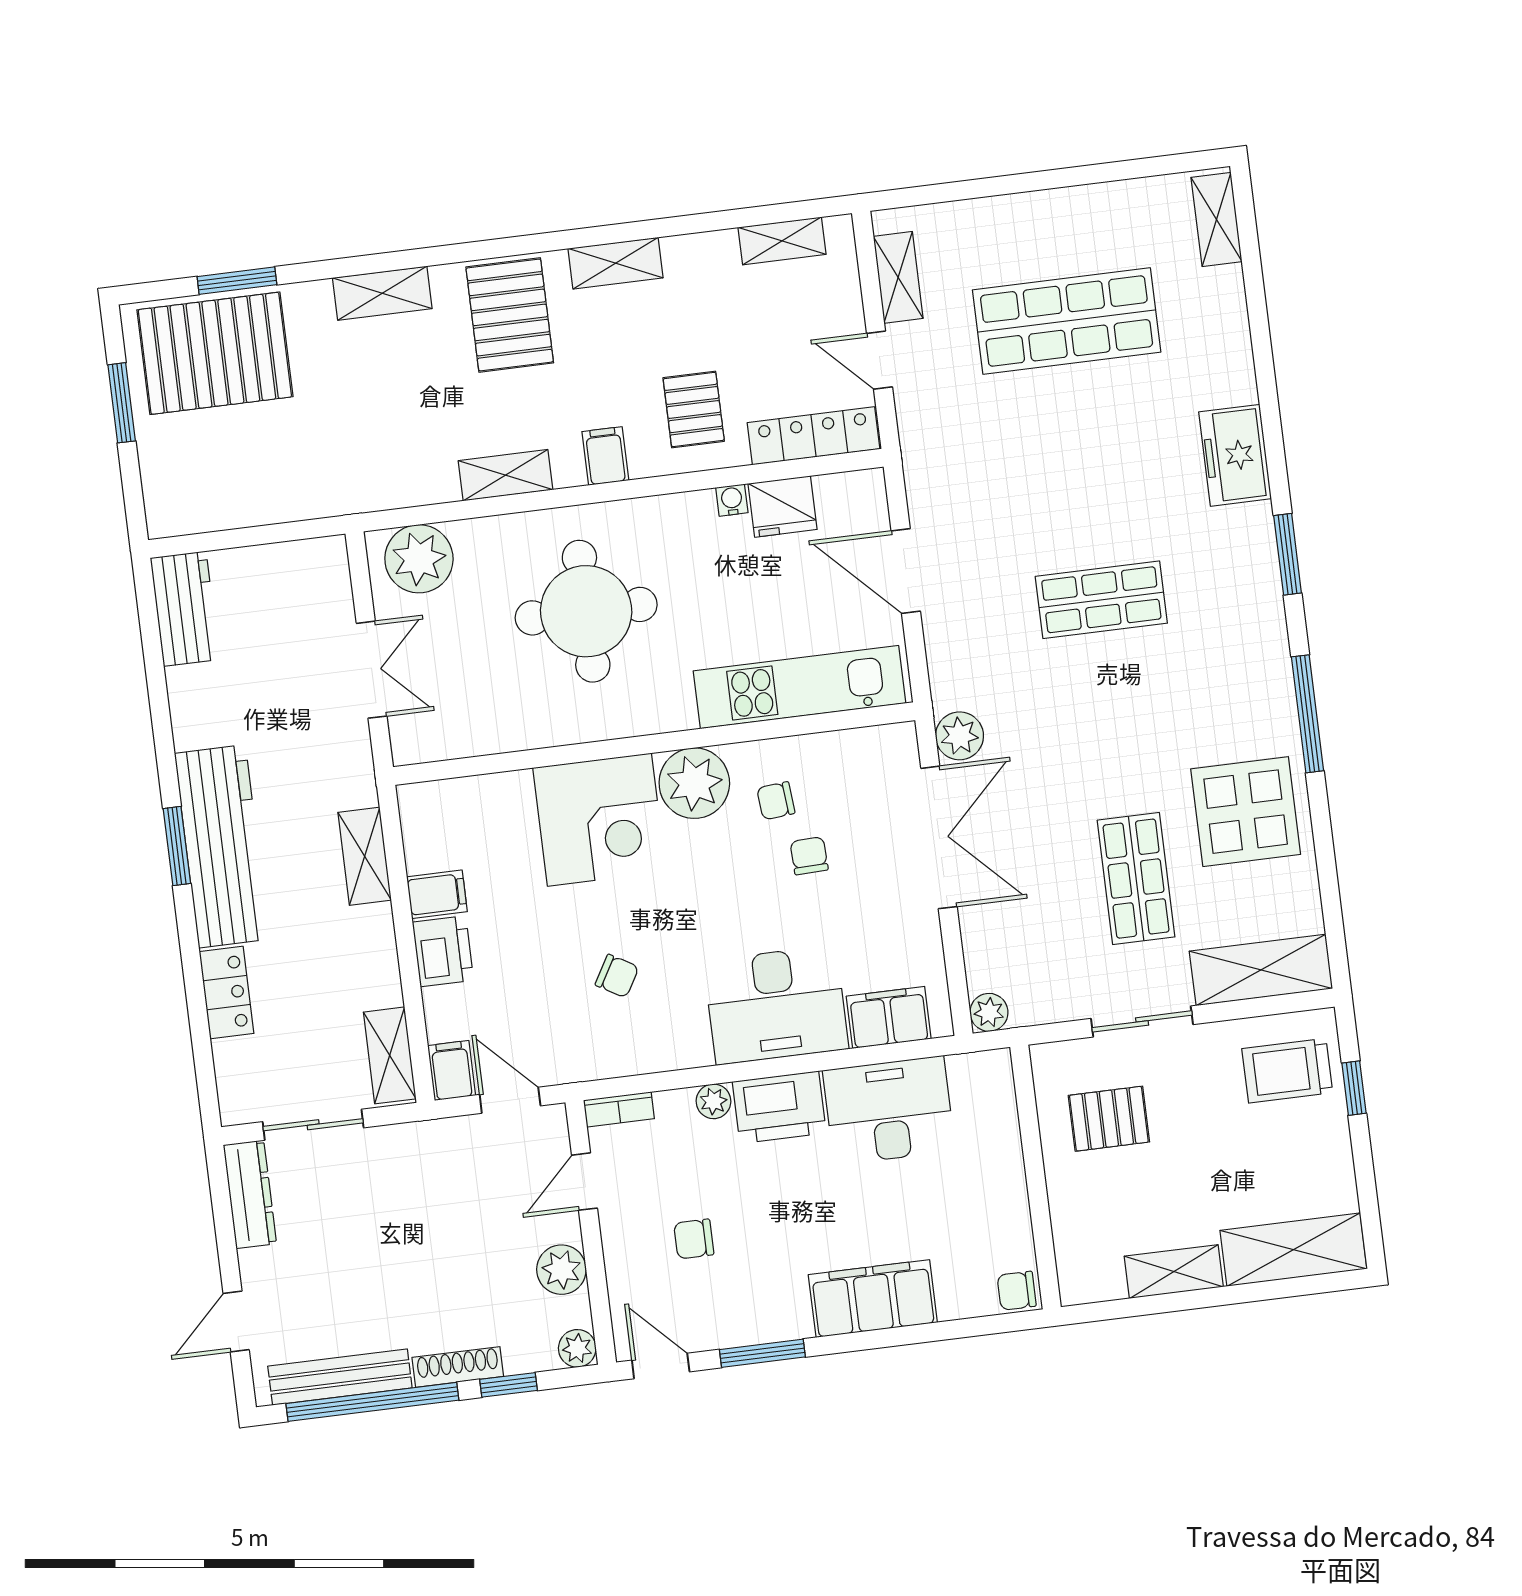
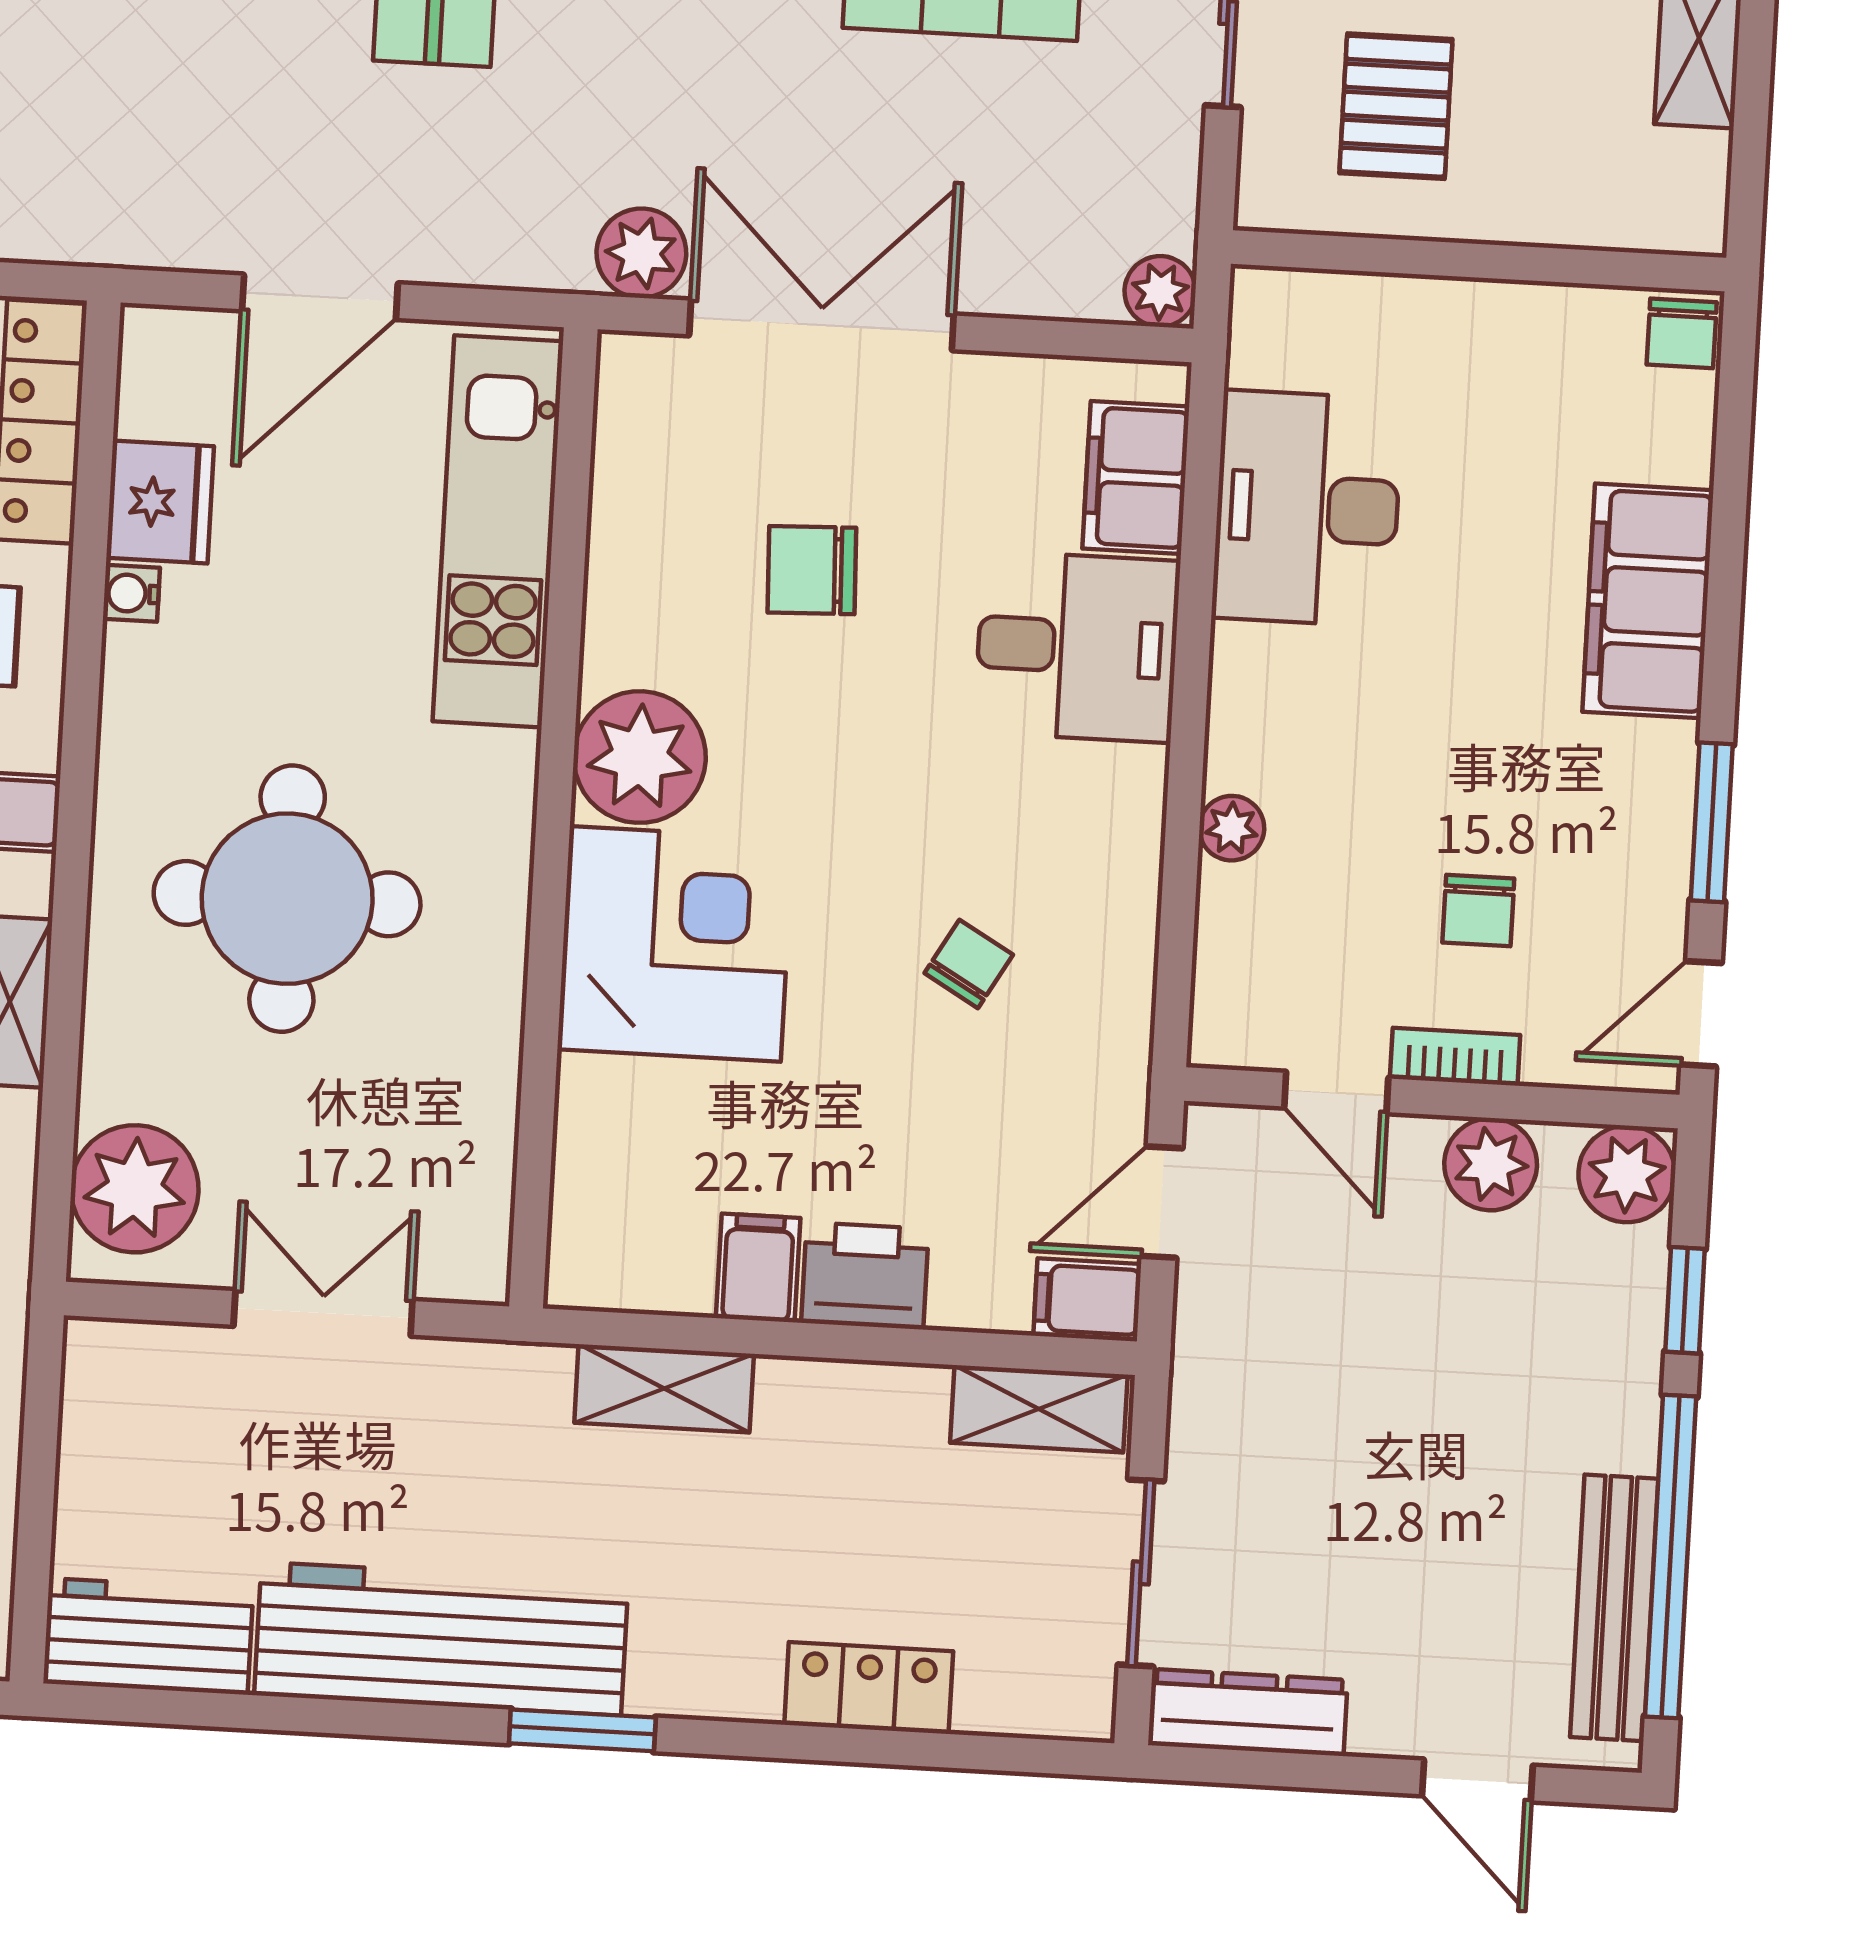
chair: (776, 801) -> (699, 613), removed
workbench: (222, 846) -> (441, 1639), moved
chair: (809, 856) -> (812, 570), width x1.37, depth x1.37
desk: (776, 1005) -> (1077, 647), width x0.73
printer: (779, 1107) -> (1265, 709), removed
bookcase: (619, 1109) -> (1455, 1057), moved, turned -90
plant: (577, 1348) -> (1627, 1174), width x1.38, depth x1.38
shoe rack: (458, 1367) -> (1635, 1388), removed

